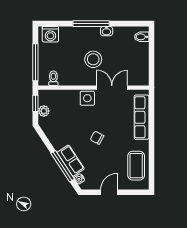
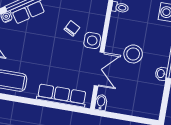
bidet: (142, 37) -> (101, 102), moved
chair: (97, 138) -> (72, 28), moved

